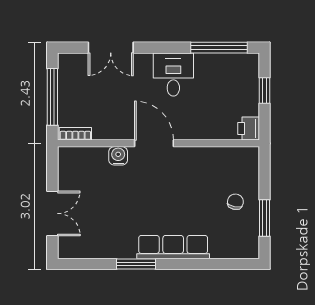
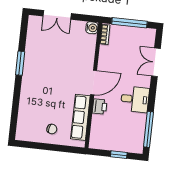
printer: (249, 128) -> (100, 107), moved, turned 90
water cooler: (118, 156) -> (92, 28), moved
window: (264, 218) -> (40, 146), removed
row of seats: (173, 247) -> (80, 117), moved, turned 180

